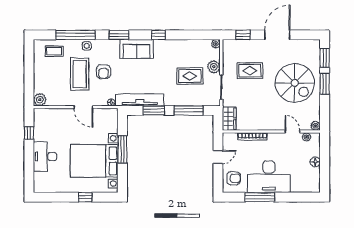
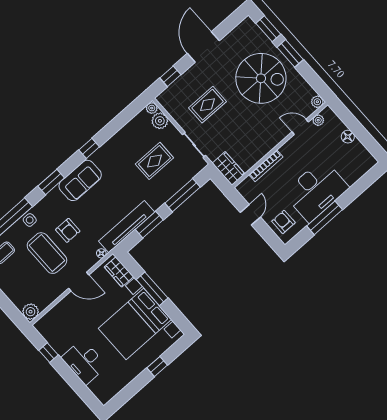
plant: (214, 67) -> (160, 121), moved
wardrobe: (112, 122) -> (119, 272), added
armchair: (234, 178) -> (283, 222), turned -90

